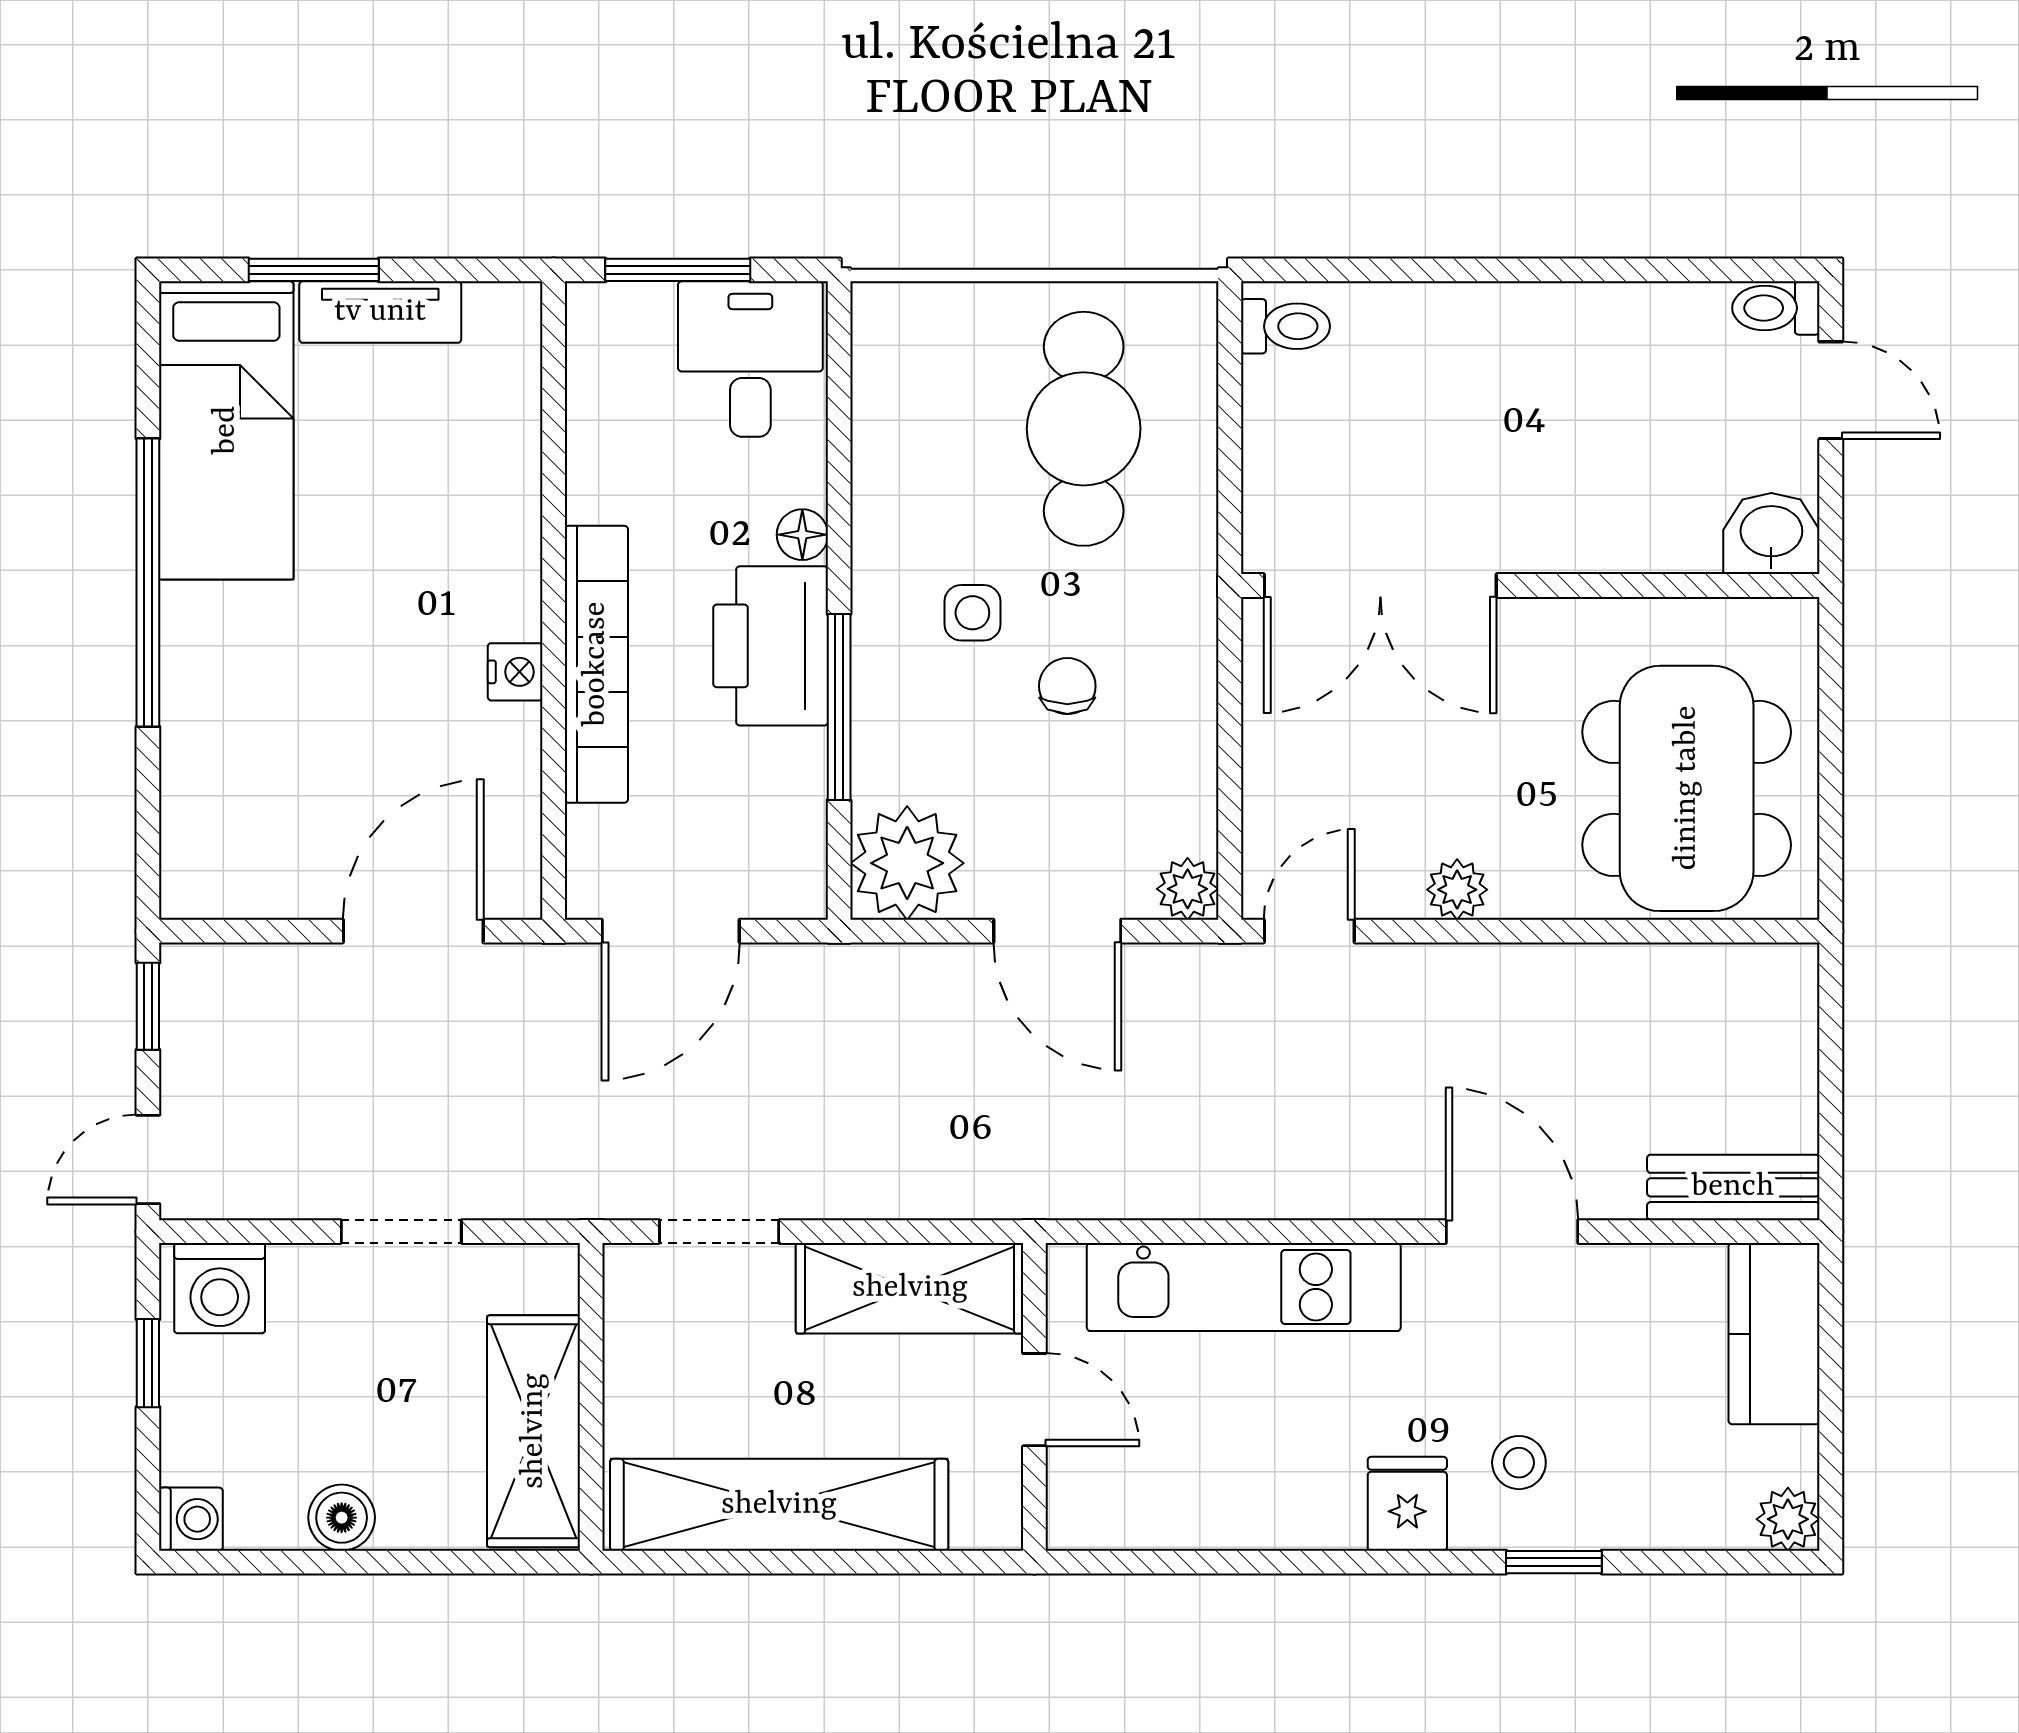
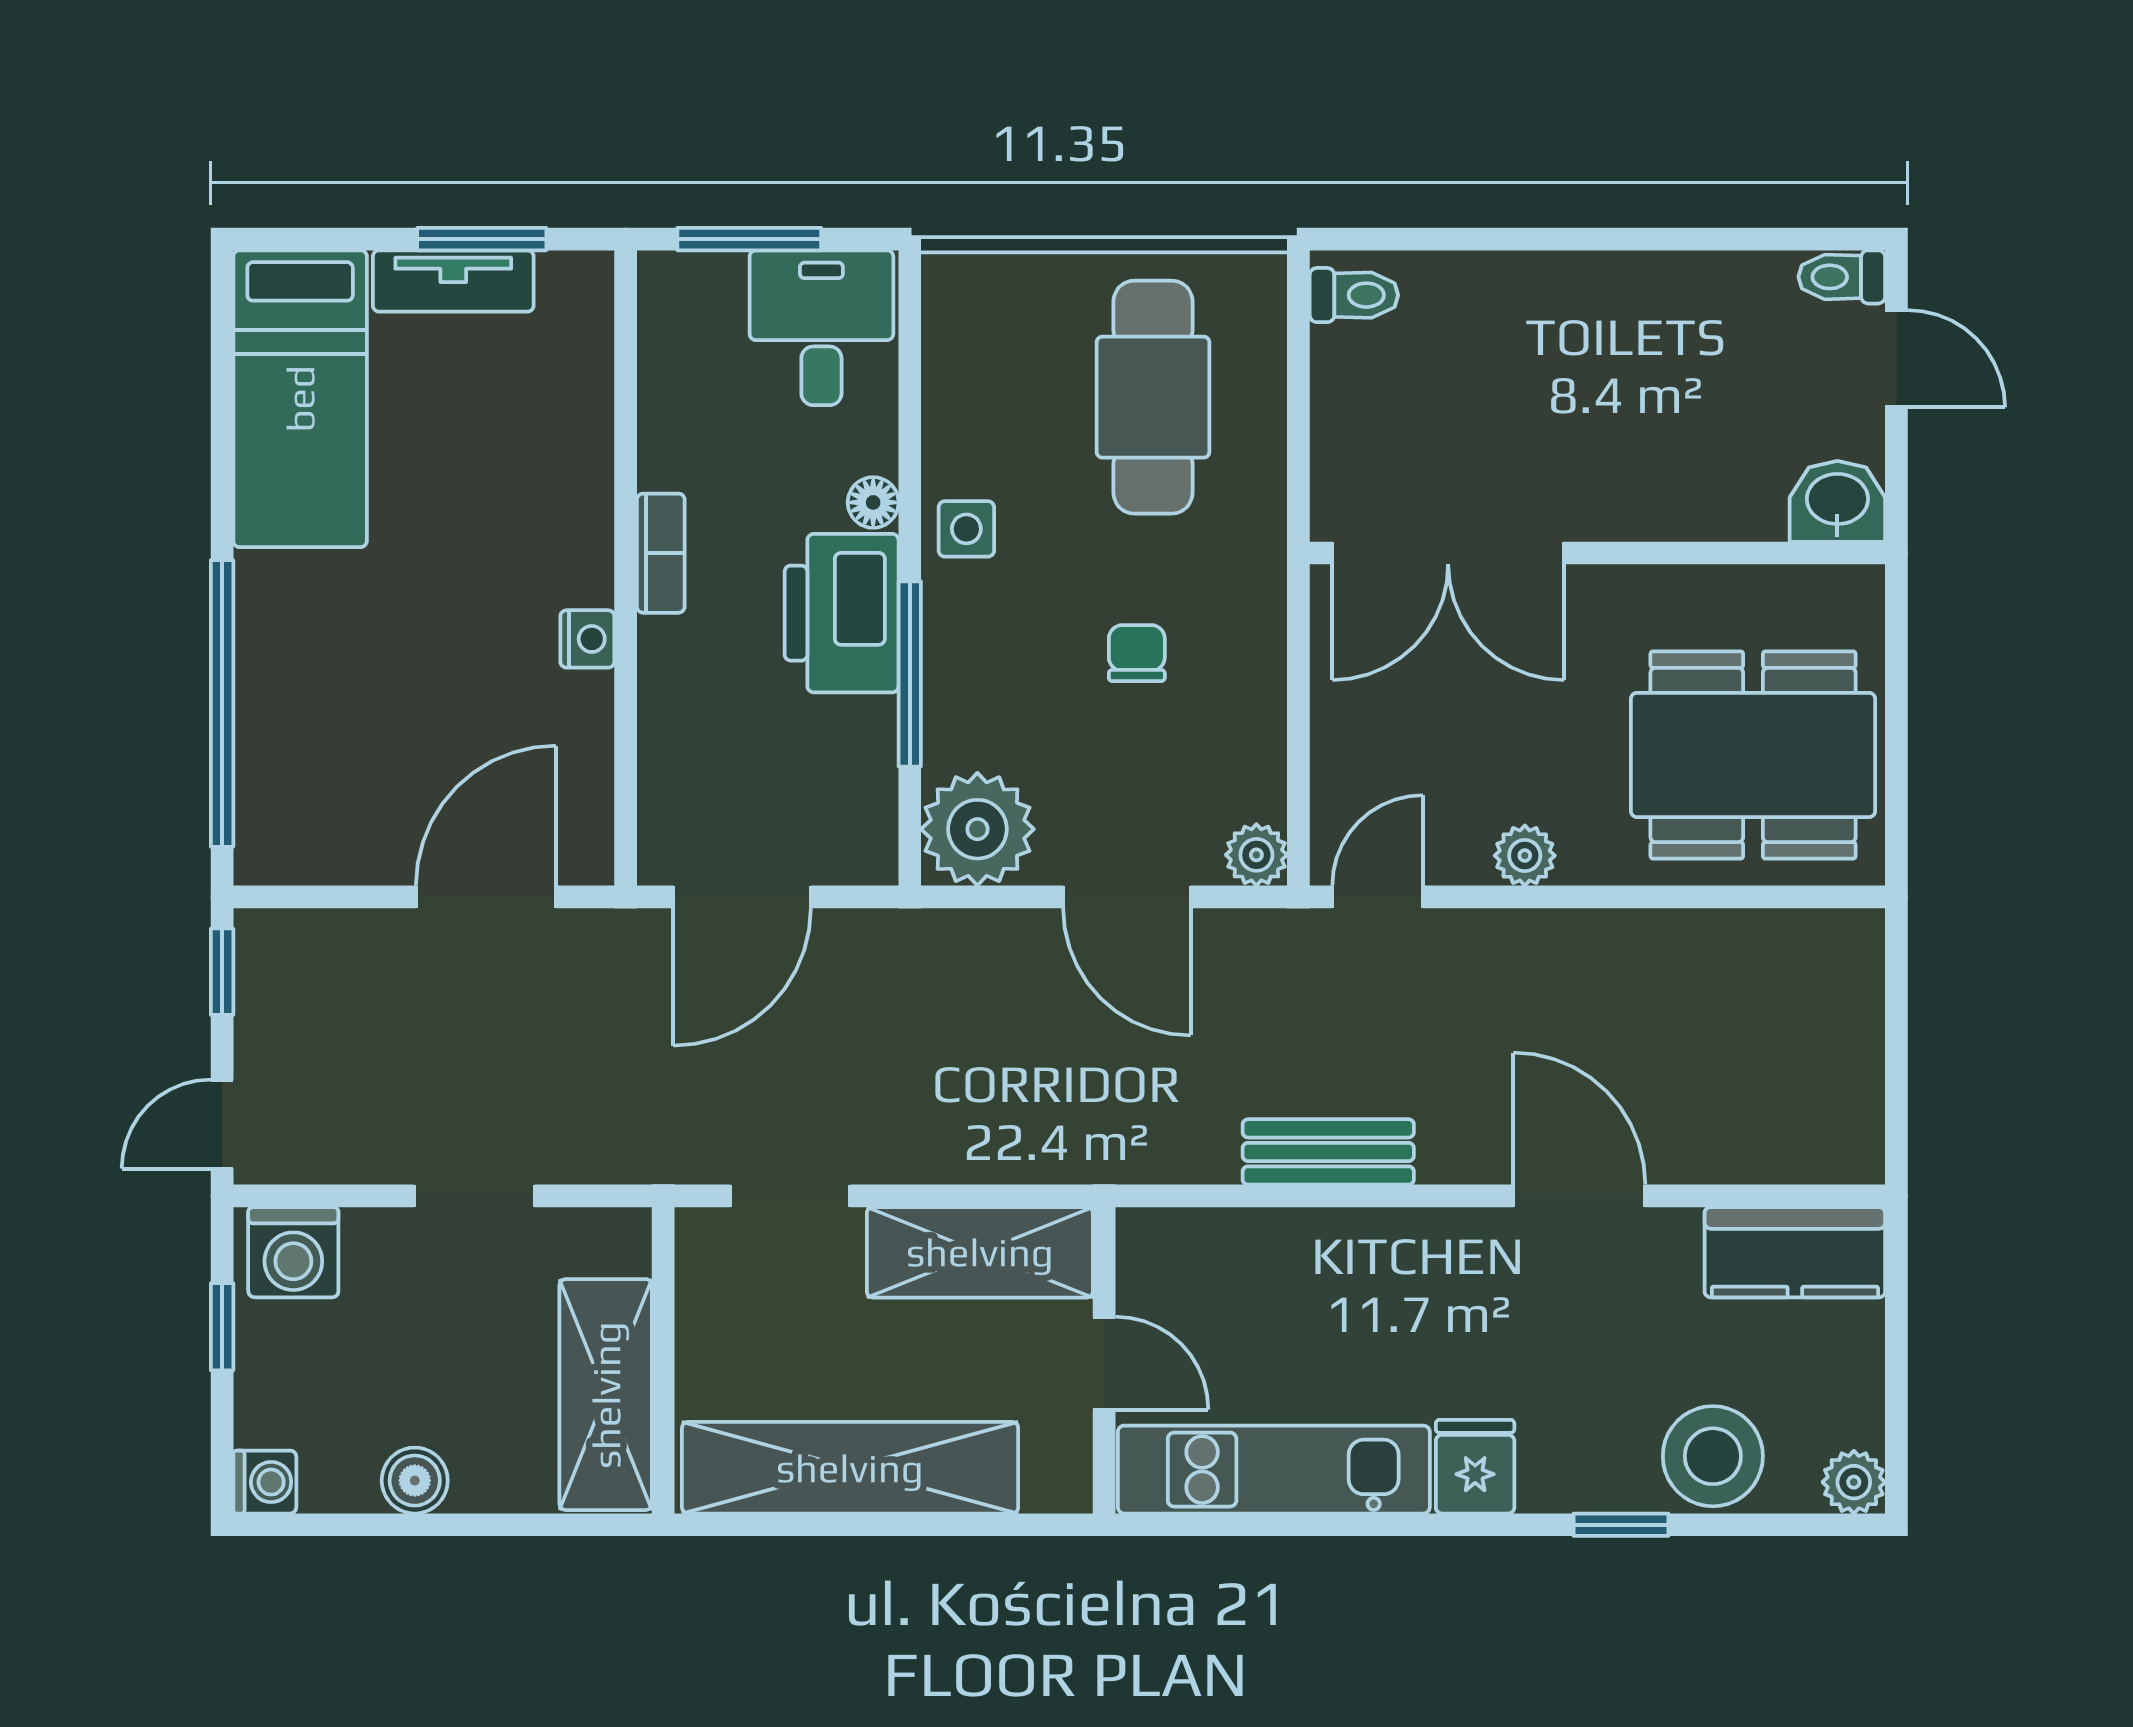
window: (314, 270) -> (482, 239), moved
window: (148, 583) -> (222, 703), moved
side table: (972, 613) -> (966, 529), moved
bookcase: (596, 664) -> (661, 553), width x0.43, depth x0.76
dining table: (1687, 788) -> (1753, 755), turned 90
bench: (1733, 1187) -> (1328, 1152), moved
kitchen unit: (1244, 1287) -> (1274, 1470), moved, turned 180
kitchen counter: (1774, 1334) -> (1795, 1252), moved, turned -90
stool: (1519, 1463) -> (1713, 1456), moved, width x1.89, depth x1.89

